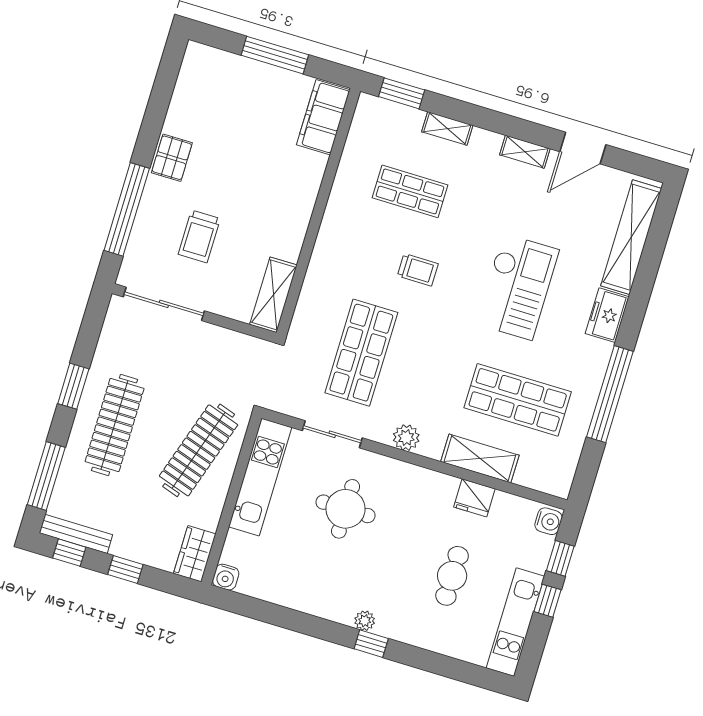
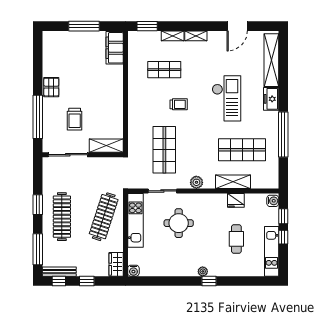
shelving: (525, 152) -> (196, 36), moved
shelving: (273, 295) -> (106, 146), moved, turned 90

